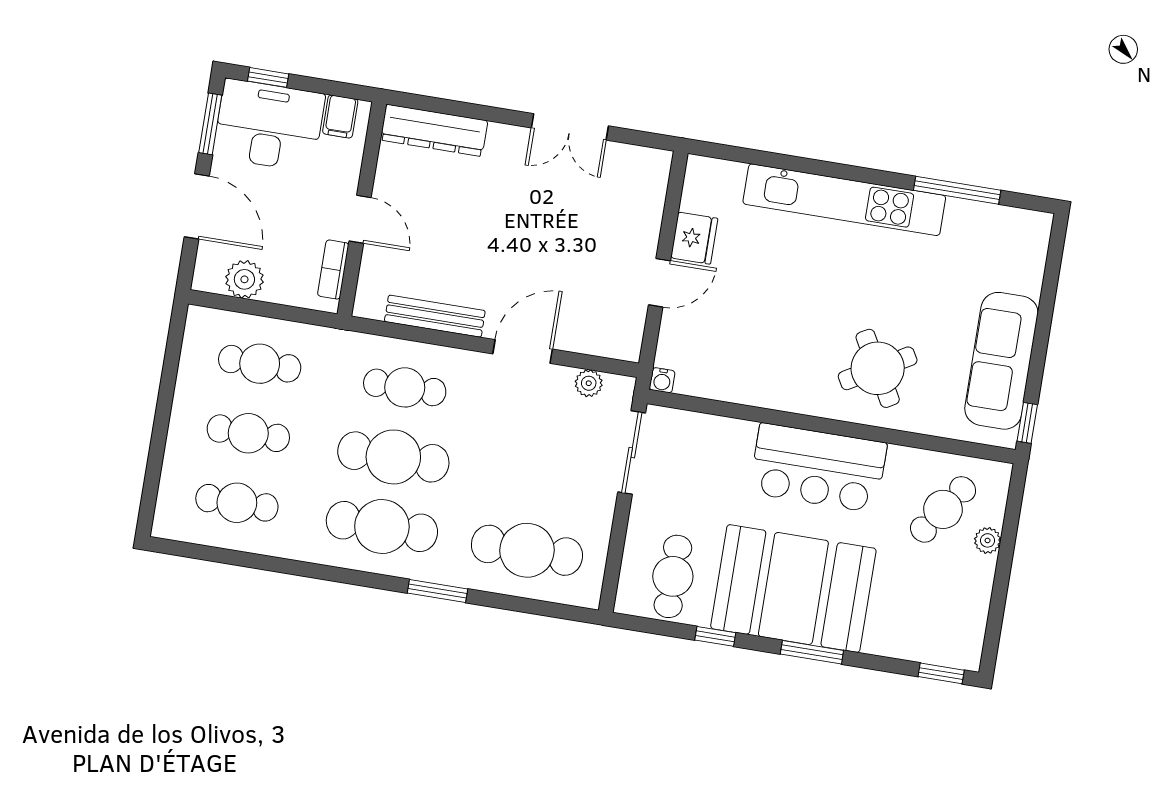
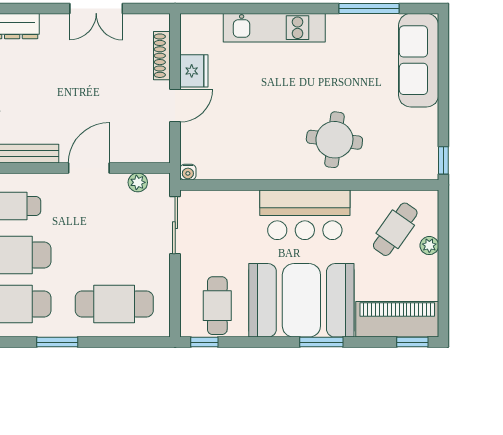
kitchen unit: (844, 200) -> (274, 28), width x0.73
shoe rack: (652, 209) -> (162, 56), added
sofa: (1001, 361) -> (419, 60), moved
round table: (878, 368) -> (334, 140), turned 37
window: (715, 636) -> (204, 342), moved
piano: (925, 638) -> (397, 319), added

